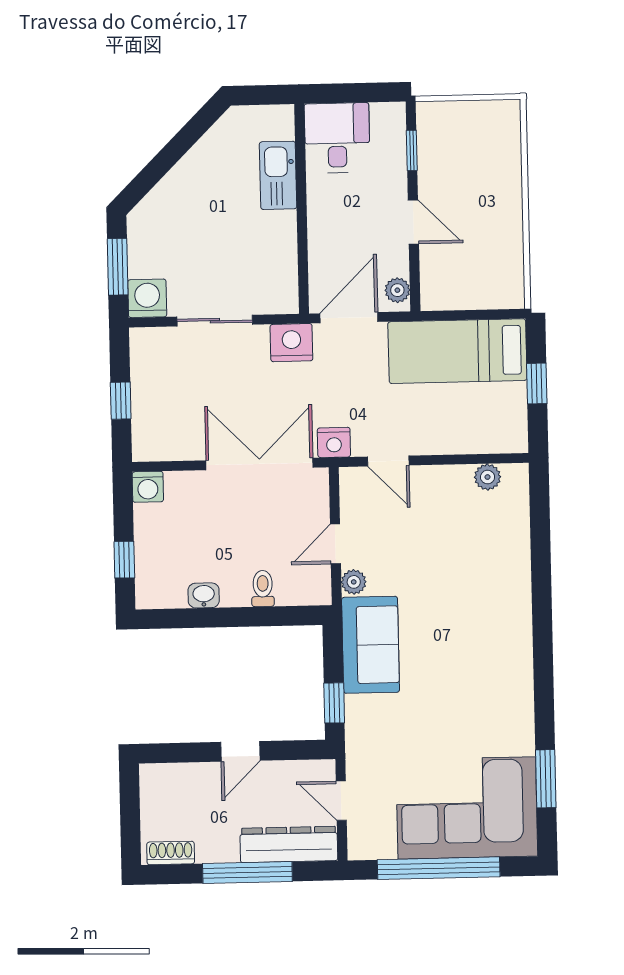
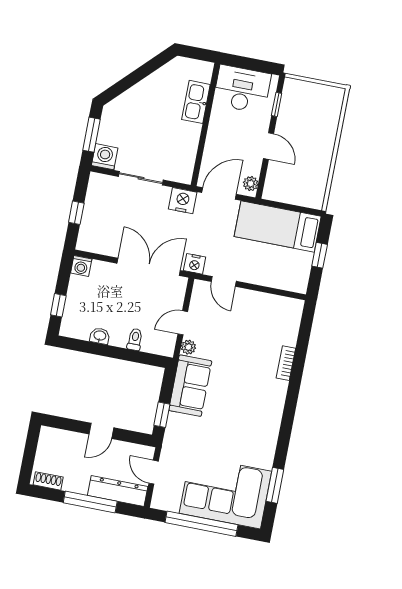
desk: (337, 138) -> (242, 89), width x1.37
plant: (488, 477) -> (279, 303), removed
bookcase: (520, 573) -> (286, 363), added

